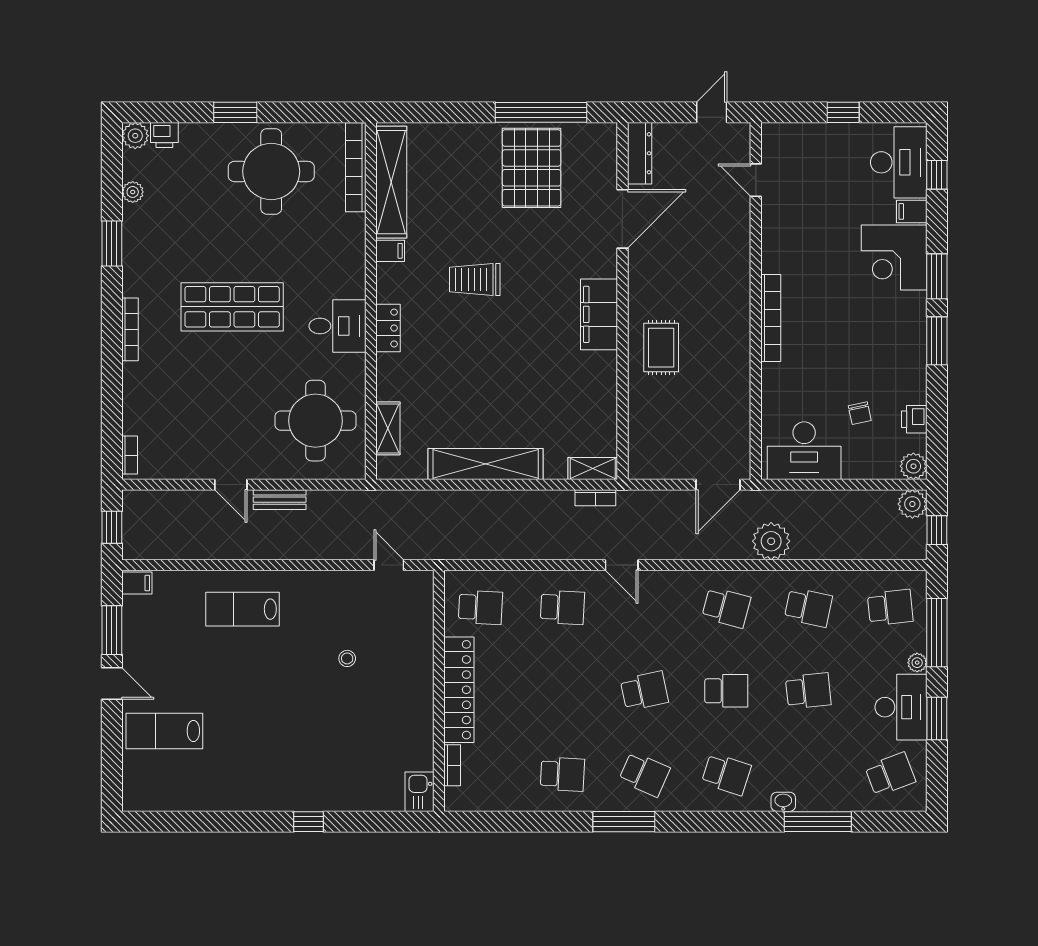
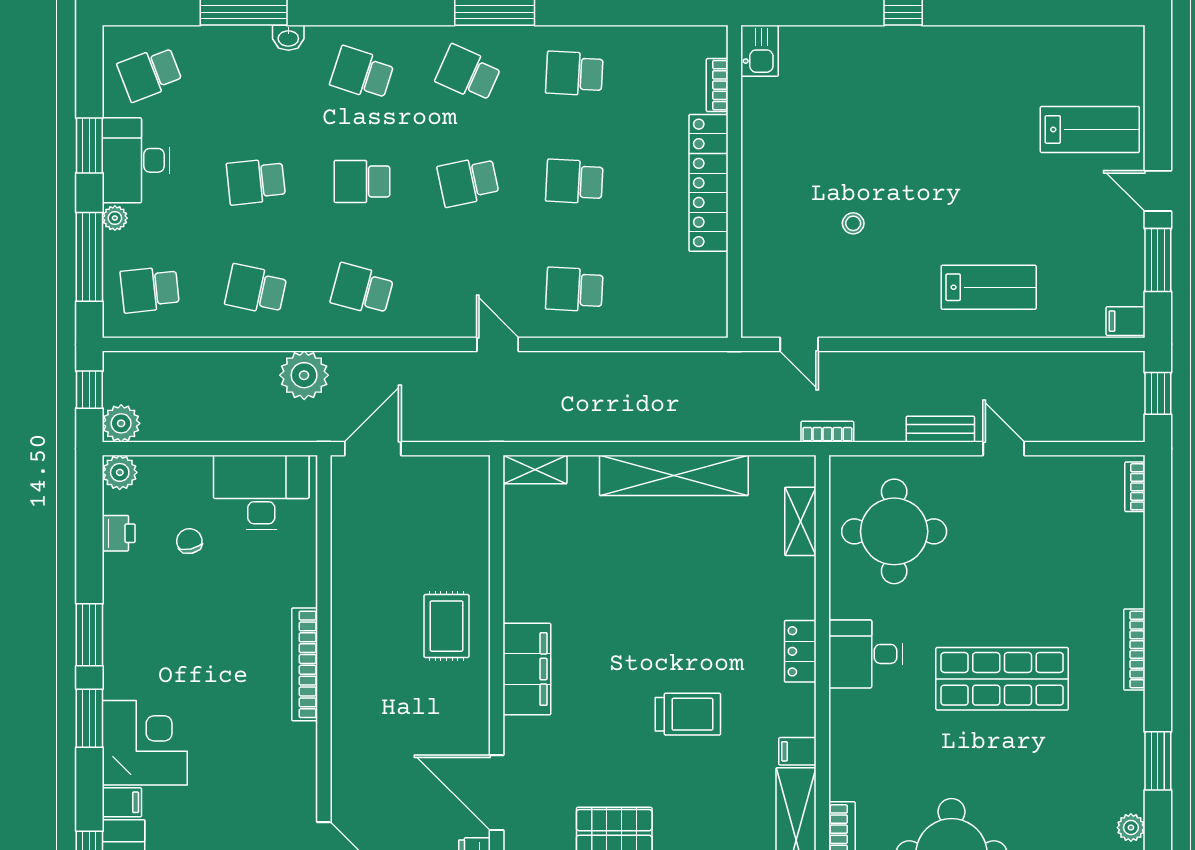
door: (622, 219) -> (497, 793), hinge flipped
bookcase: (595, 498) -> (827, 432), moved
school desk: (480, 607) -> (574, 181), moved

